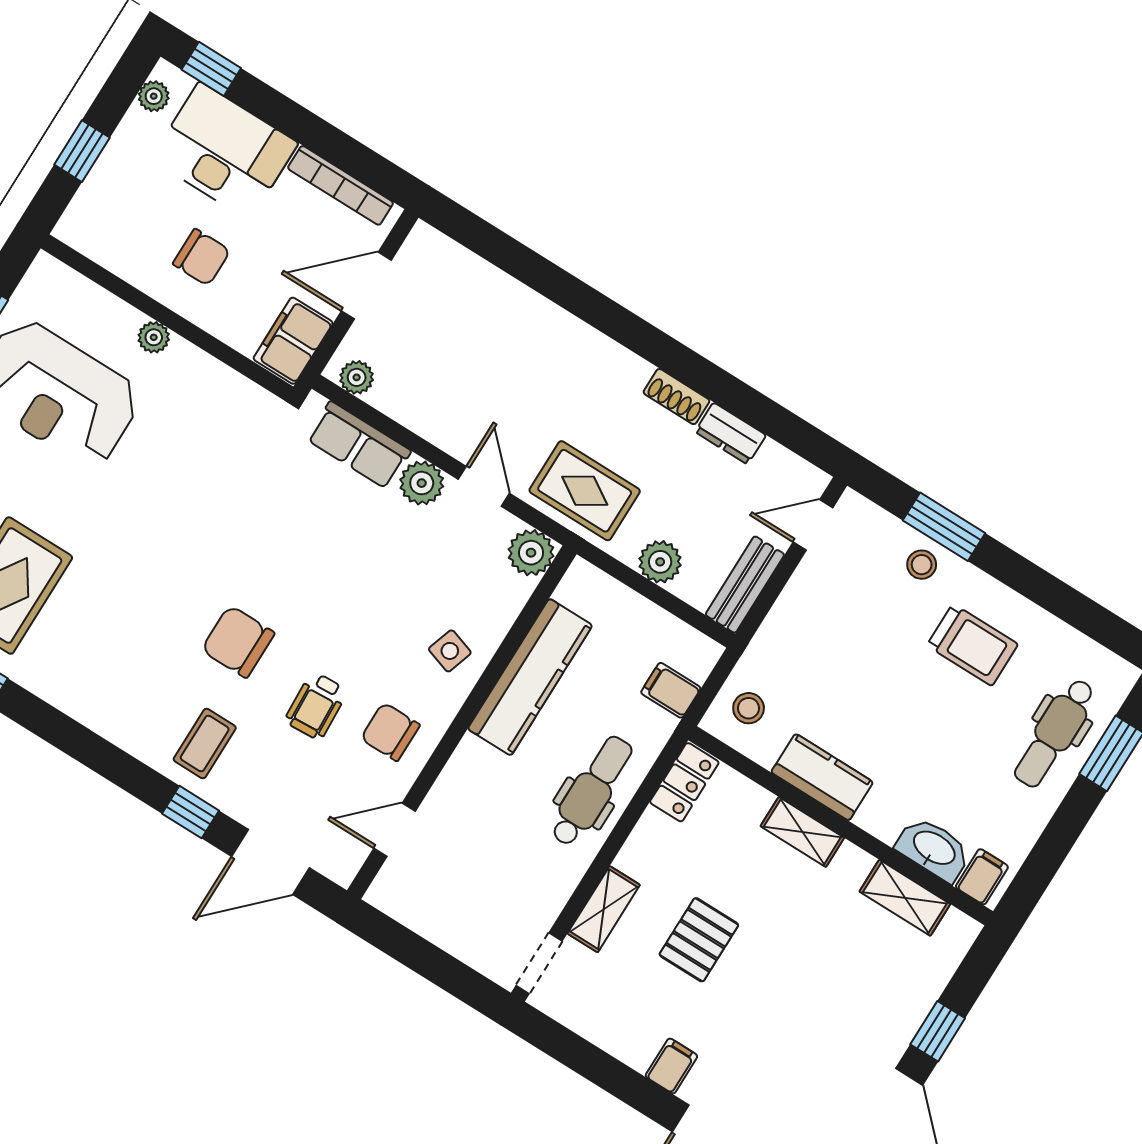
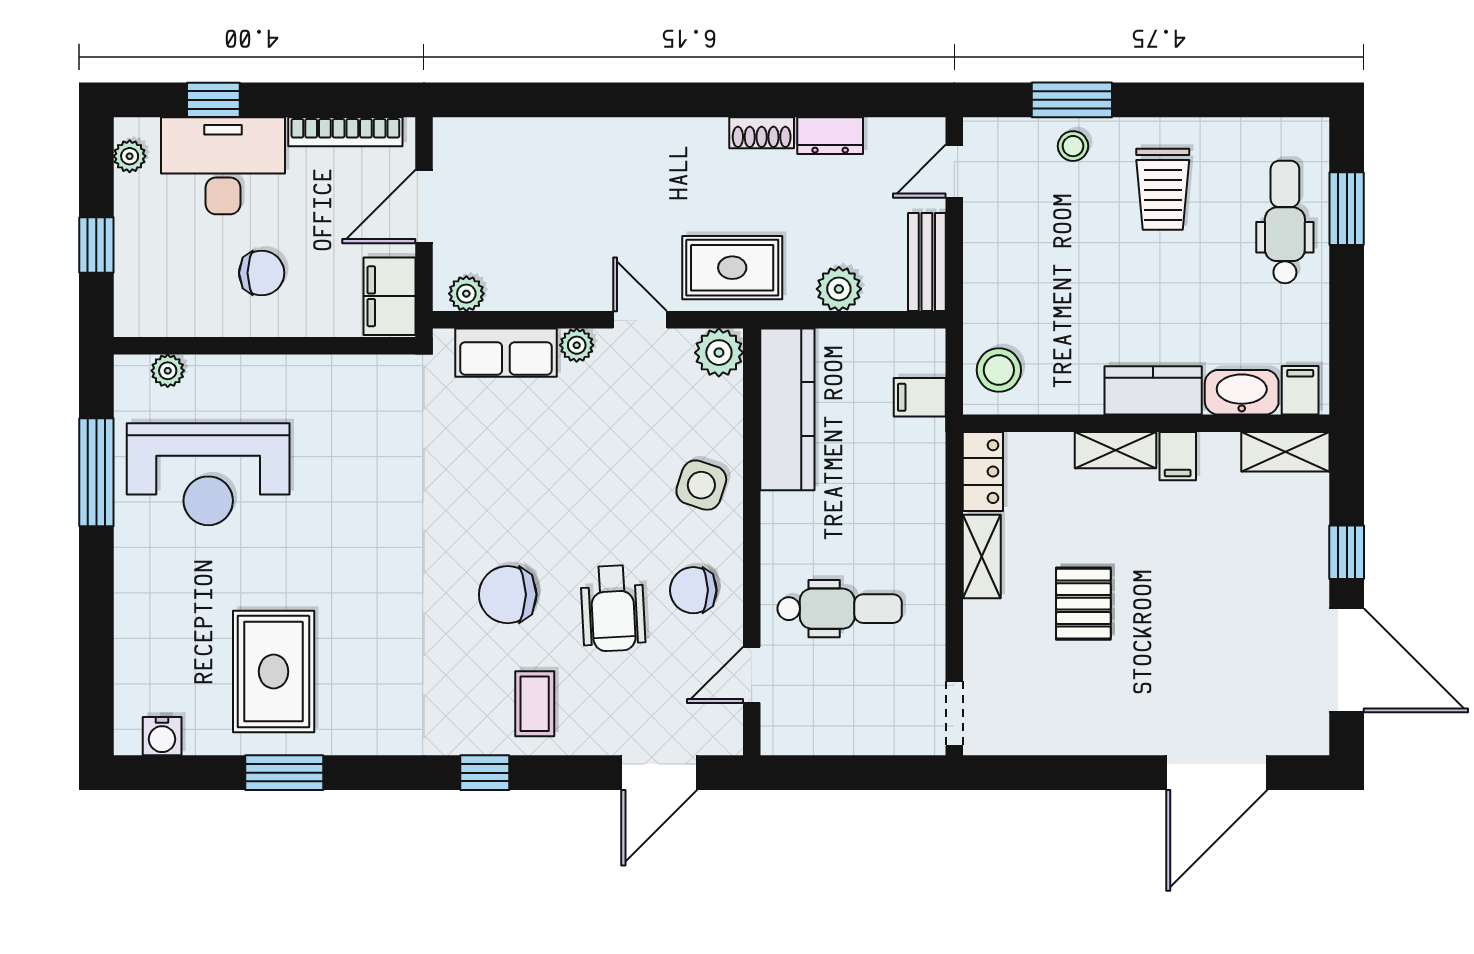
window: (211, 69) -> (213, 100), moved
plant: (154, 337) -> (168, 371), moved
plant: (422, 483) -> (577, 345), width x0.73, depth x0.73
trolley: (972, 645) -> (1163, 189), turned 90
side table: (450, 651) -> (701, 485), width x1.37, depth x1.37
kitchen counter: (530, 677) -> (787, 409), moved
wheelchair: (316, 706) -> (613, 608), width x1.36, depth x1.37
stool: (749, 708) -> (999, 370), width x1.37, depth x1.37
dental chair: (1055, 733) -> (1285, 222), turned 180
kitchen counter: (822, 777) -> (1153, 390), moved
dental chair: (592, 791) -> (840, 609), moved, turned 90
window: (191, 812) -> (485, 773), moved
shelving: (905, 898) -> (1285, 452), moved
shelving: (604, 909) -> (982, 556), moved
filing cabinet: (671, 1066) -> (1178, 456), moved, turned 180

